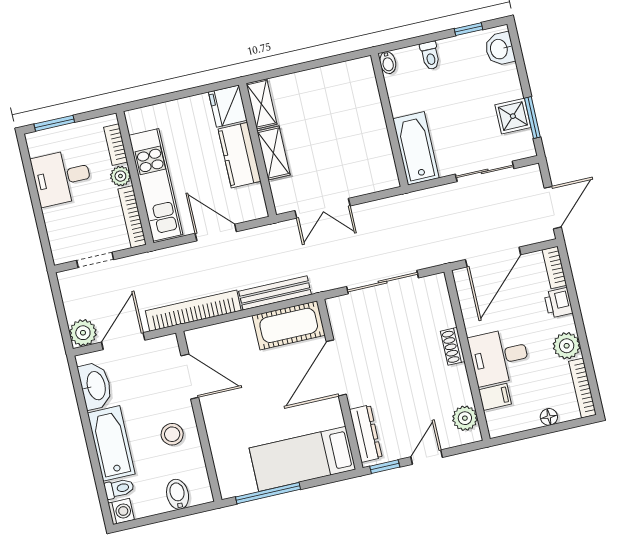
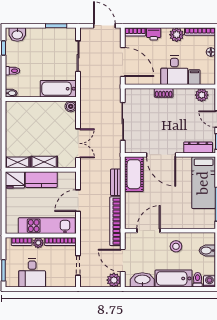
shower: (513, 116) -> (53, 36), removed
boiler: (388, 179) -> (71, 106), added
bench: (275, 293) -> (116, 182), width x0.73

